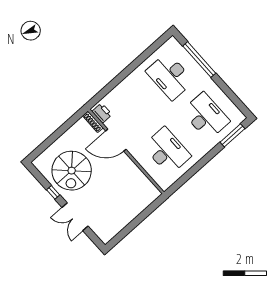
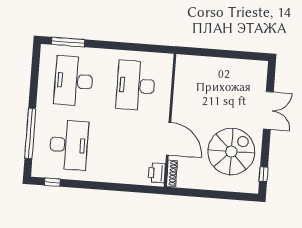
window: (157, 45) -> (52, 182), added
window: (53, 192) -> (263, 174), moved

